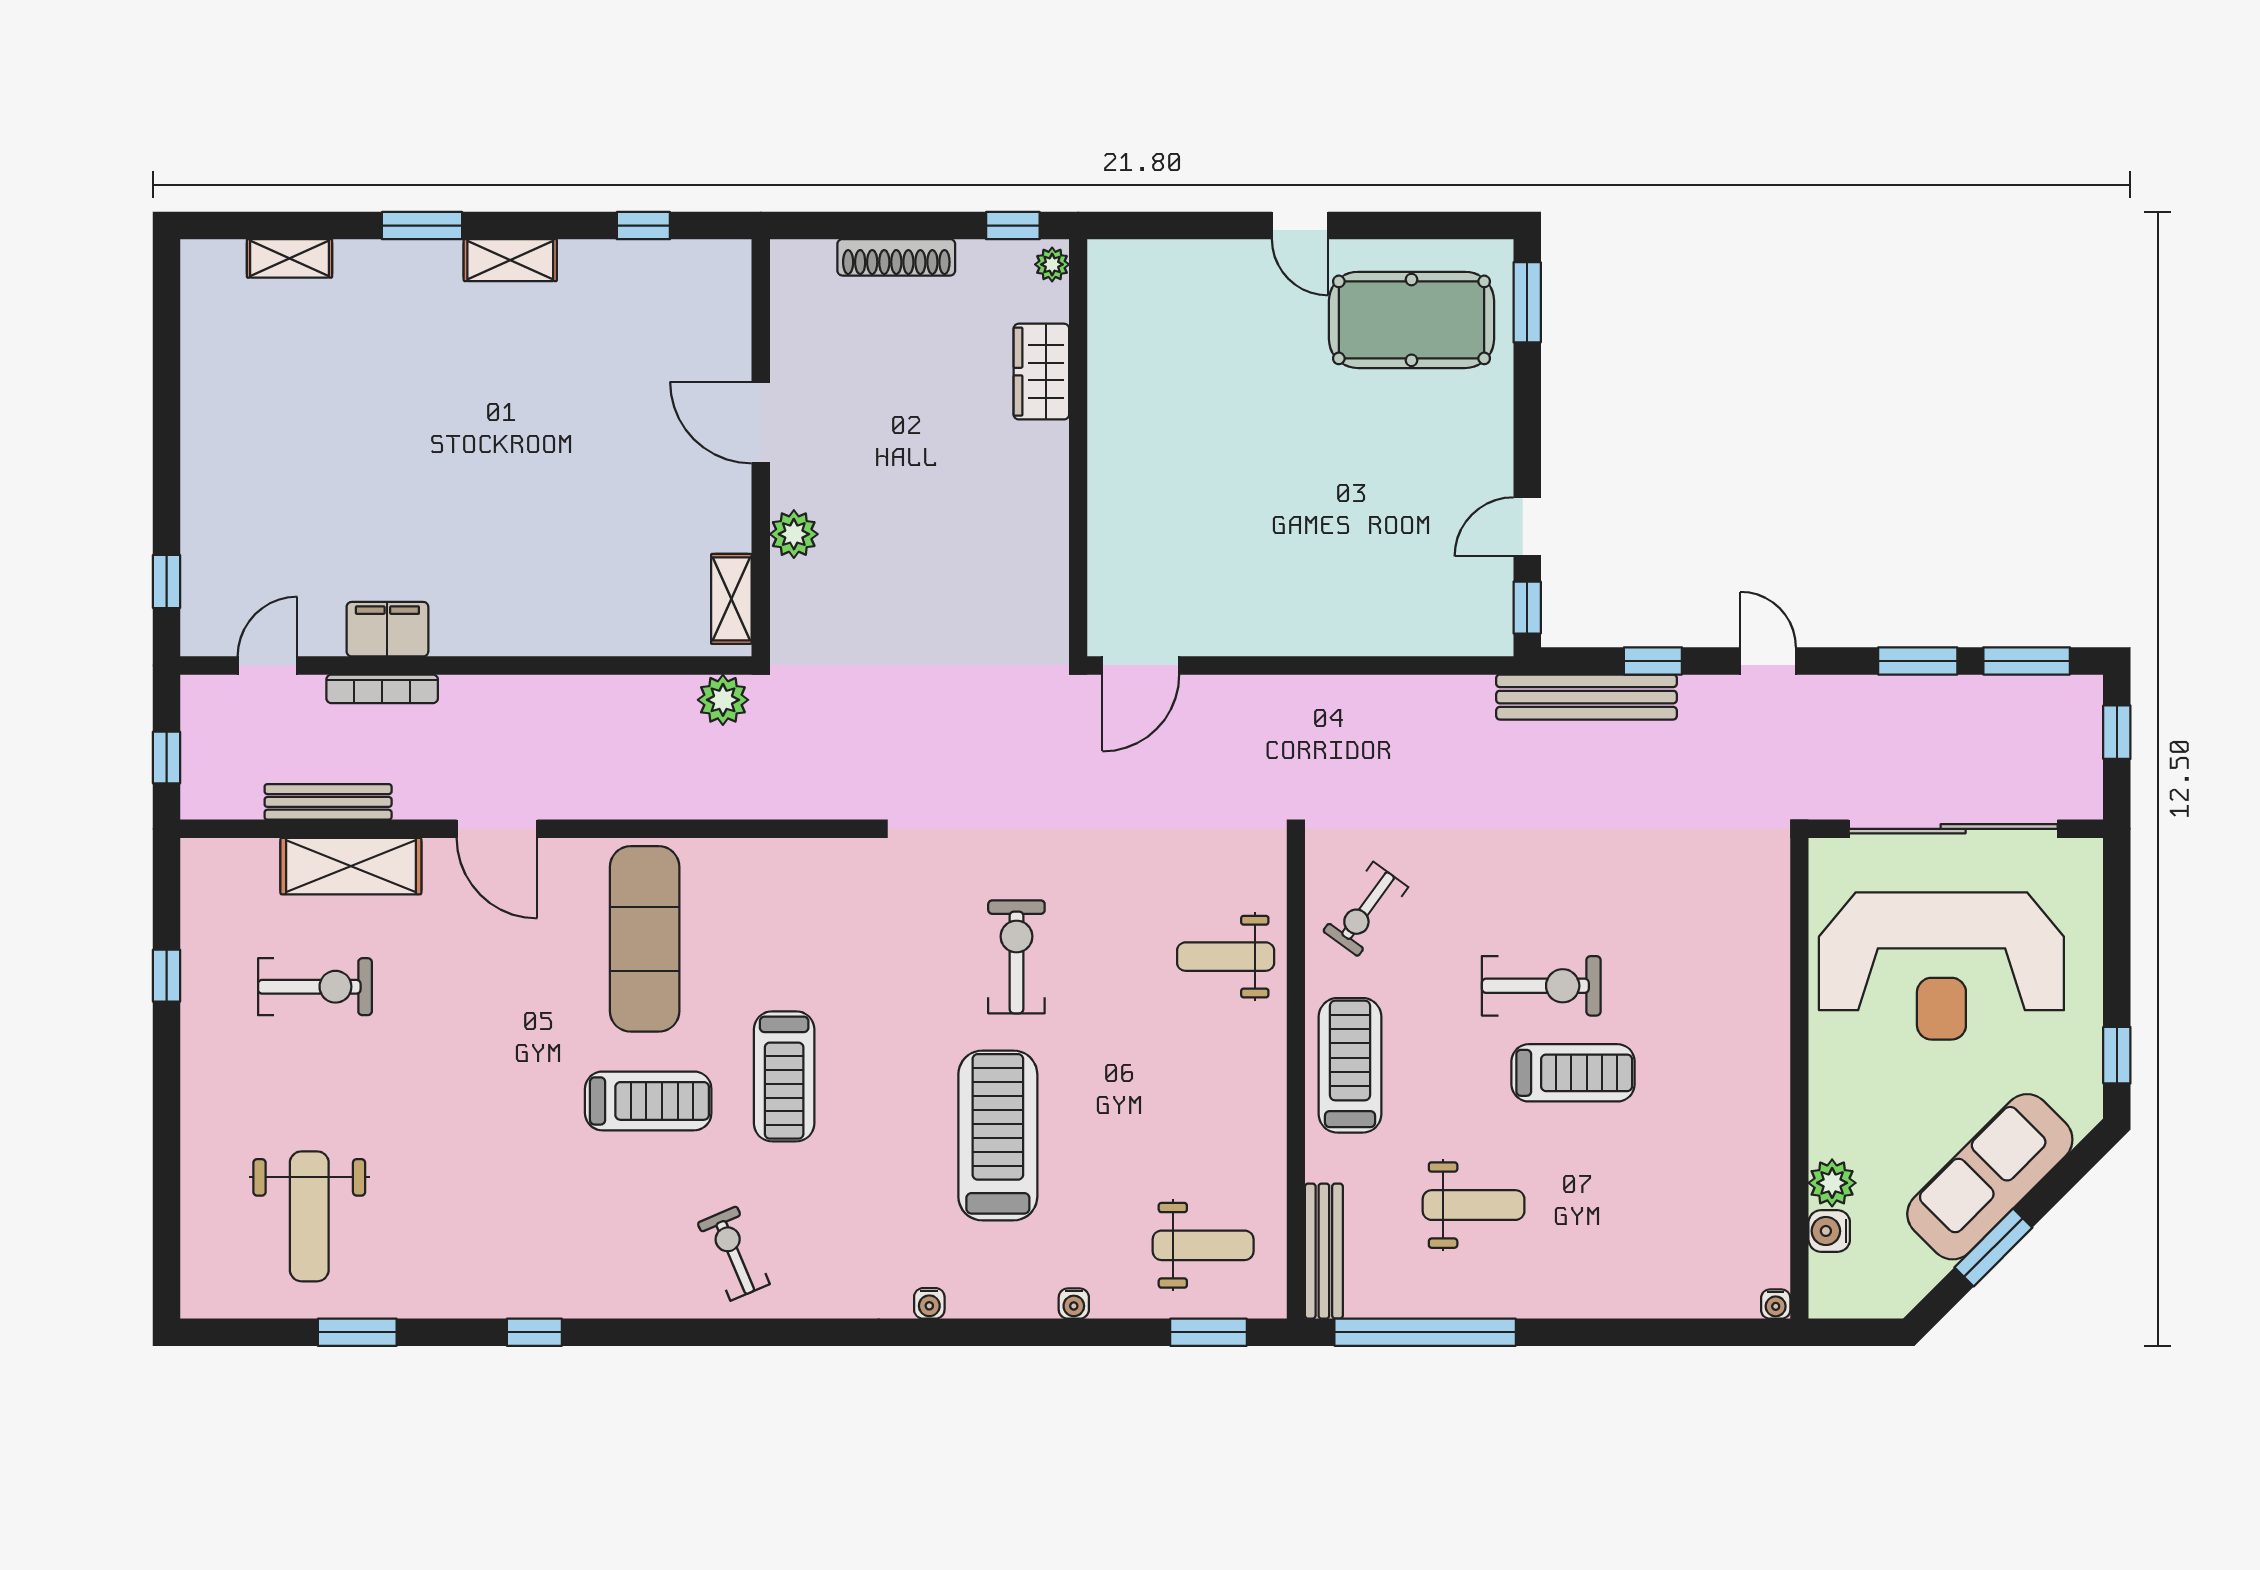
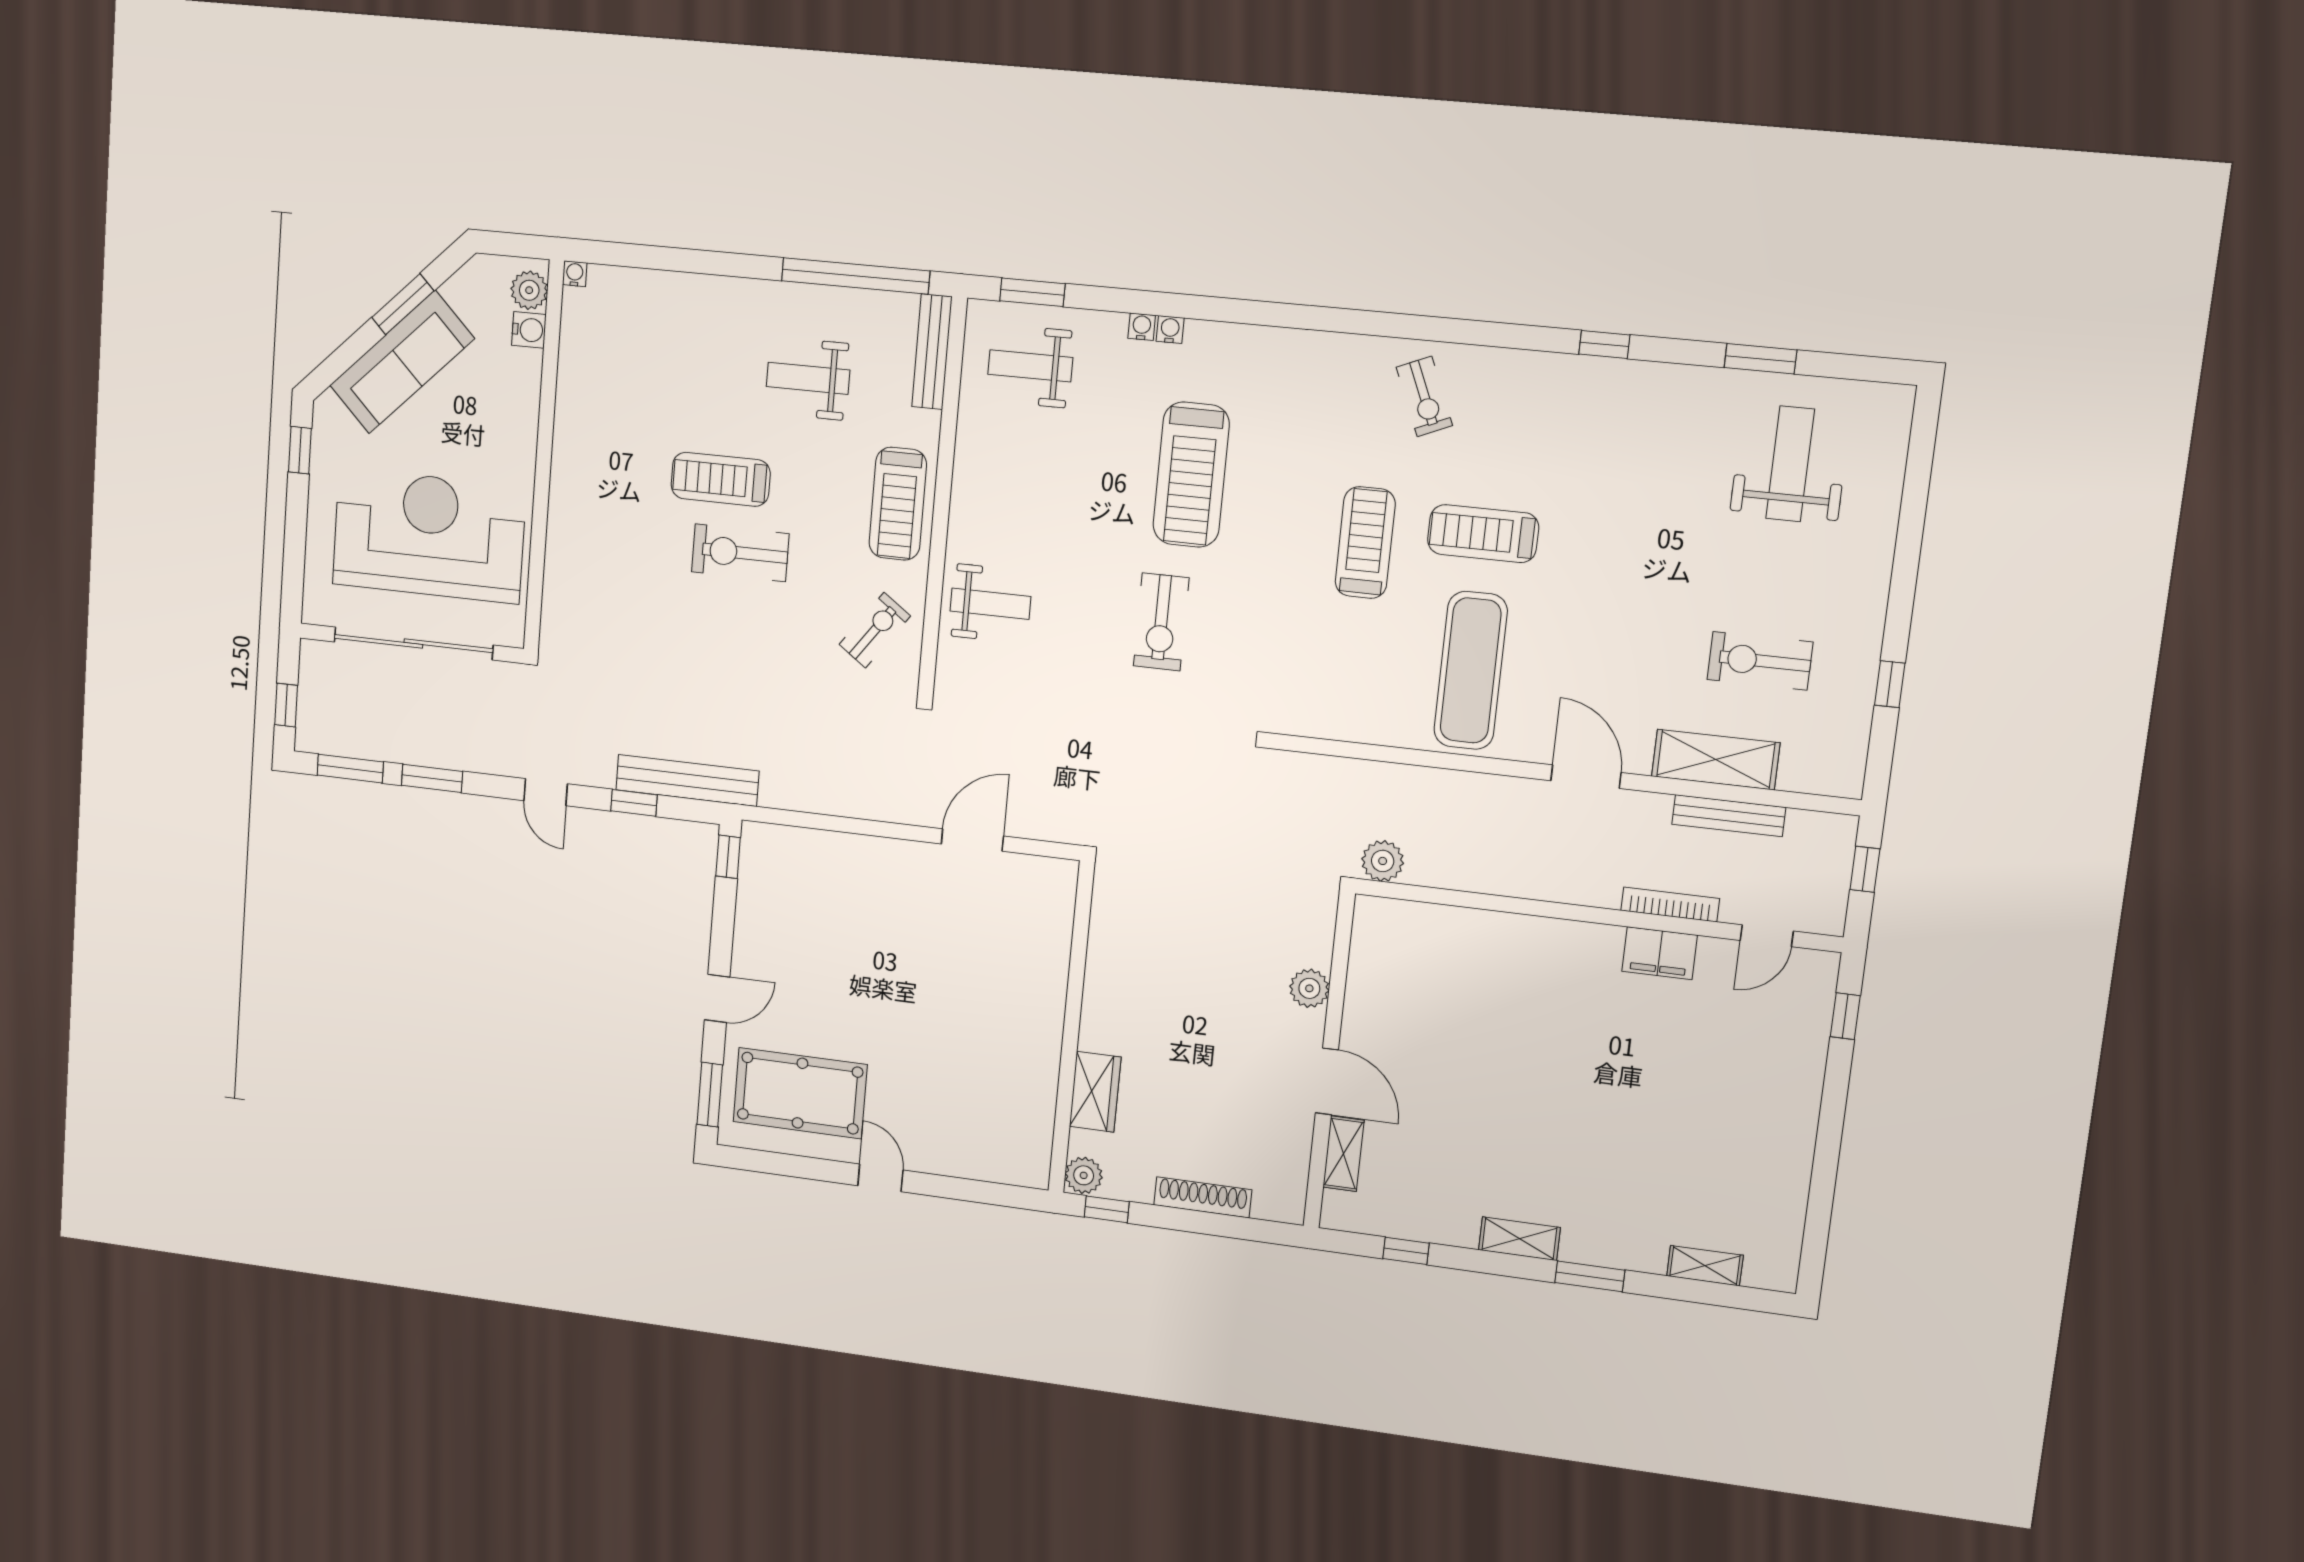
plant: (1052, 264) -> (1084, 1175), width x1.38, depth x1.38
door: (1527, 527) -> (717, 998), moved
shelving: (731, 599) -> (1344, 1154), moved
door: (1141, 665) -> (972, 840), moved
plant: (1832, 1183) -> (529, 290), moved
water cooler: (929, 1303) -> (1170, 330), moved

